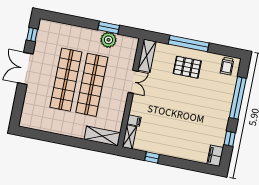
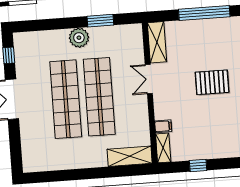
plant: (108, 40) -> (79, 38), moved
pallet: (187, 67) -> (212, 82), moved
double door: (133, 82) -> (149, 79), swing flipped

